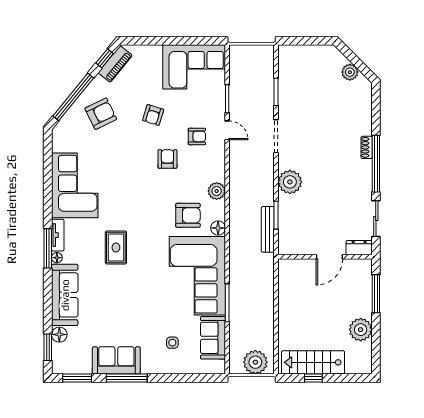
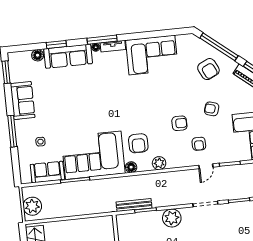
rug: (116, 247) -> (108, 91), removed
window: (48, 347) -> (56, 44), moved
window: (127, 378) -> (12, 131), moved

